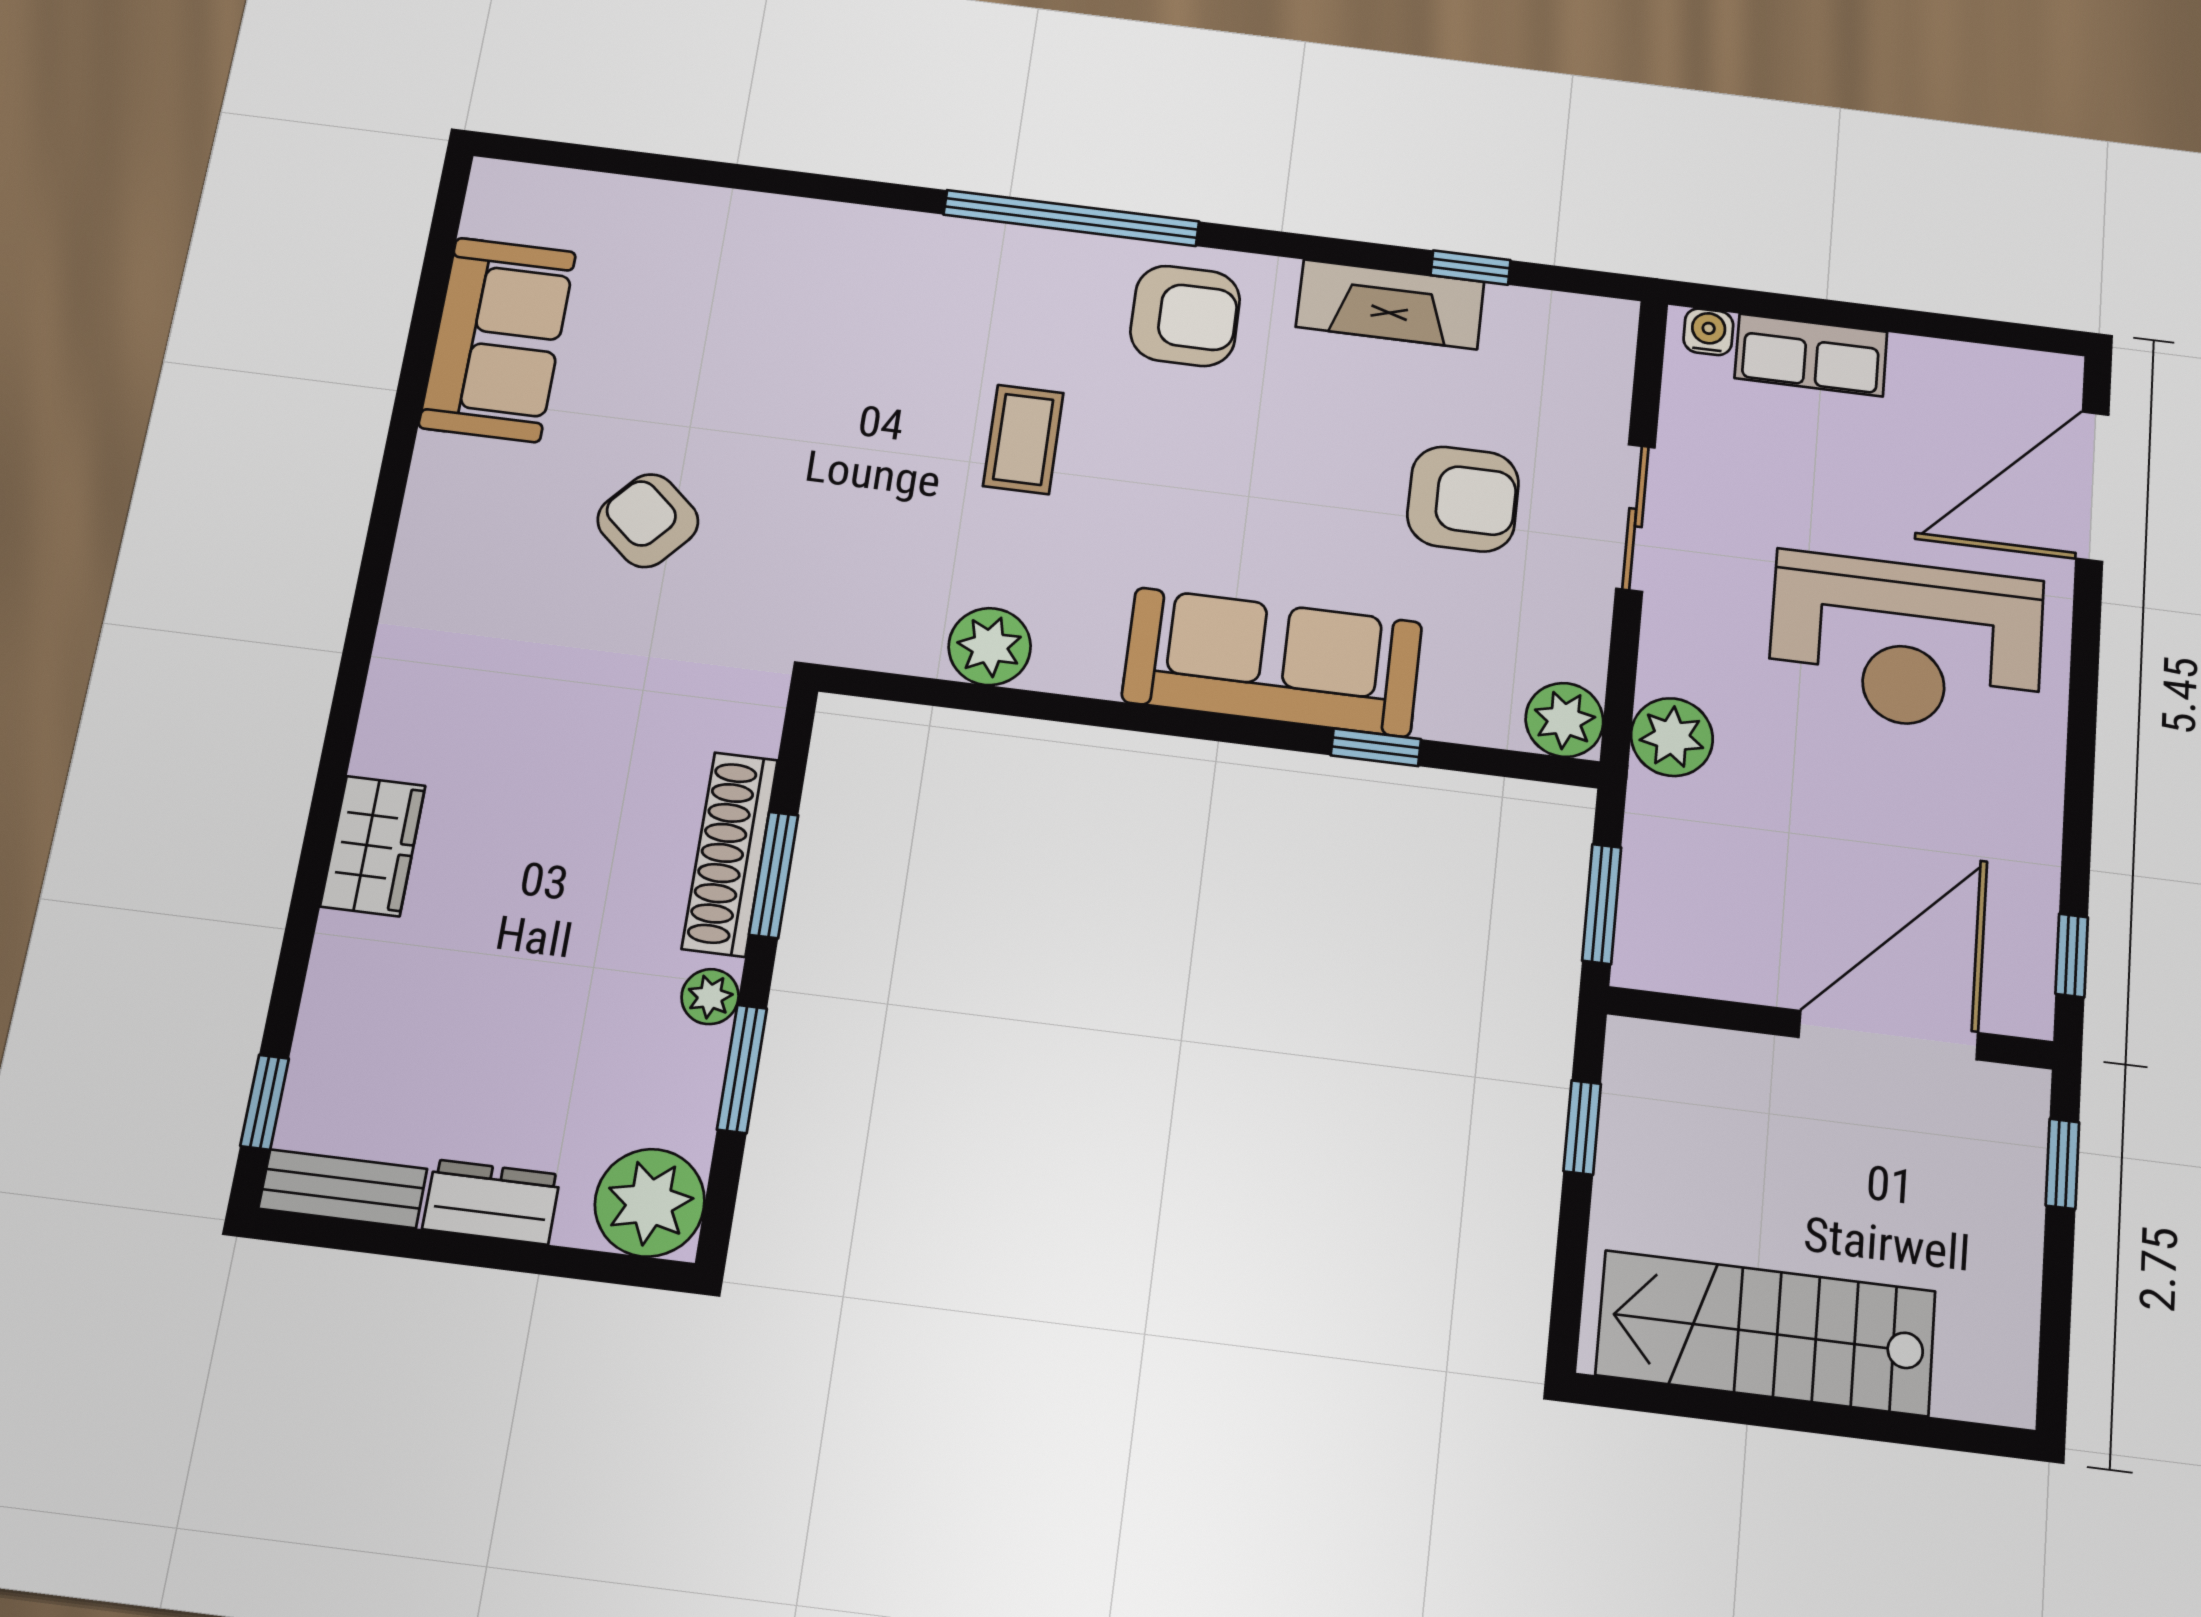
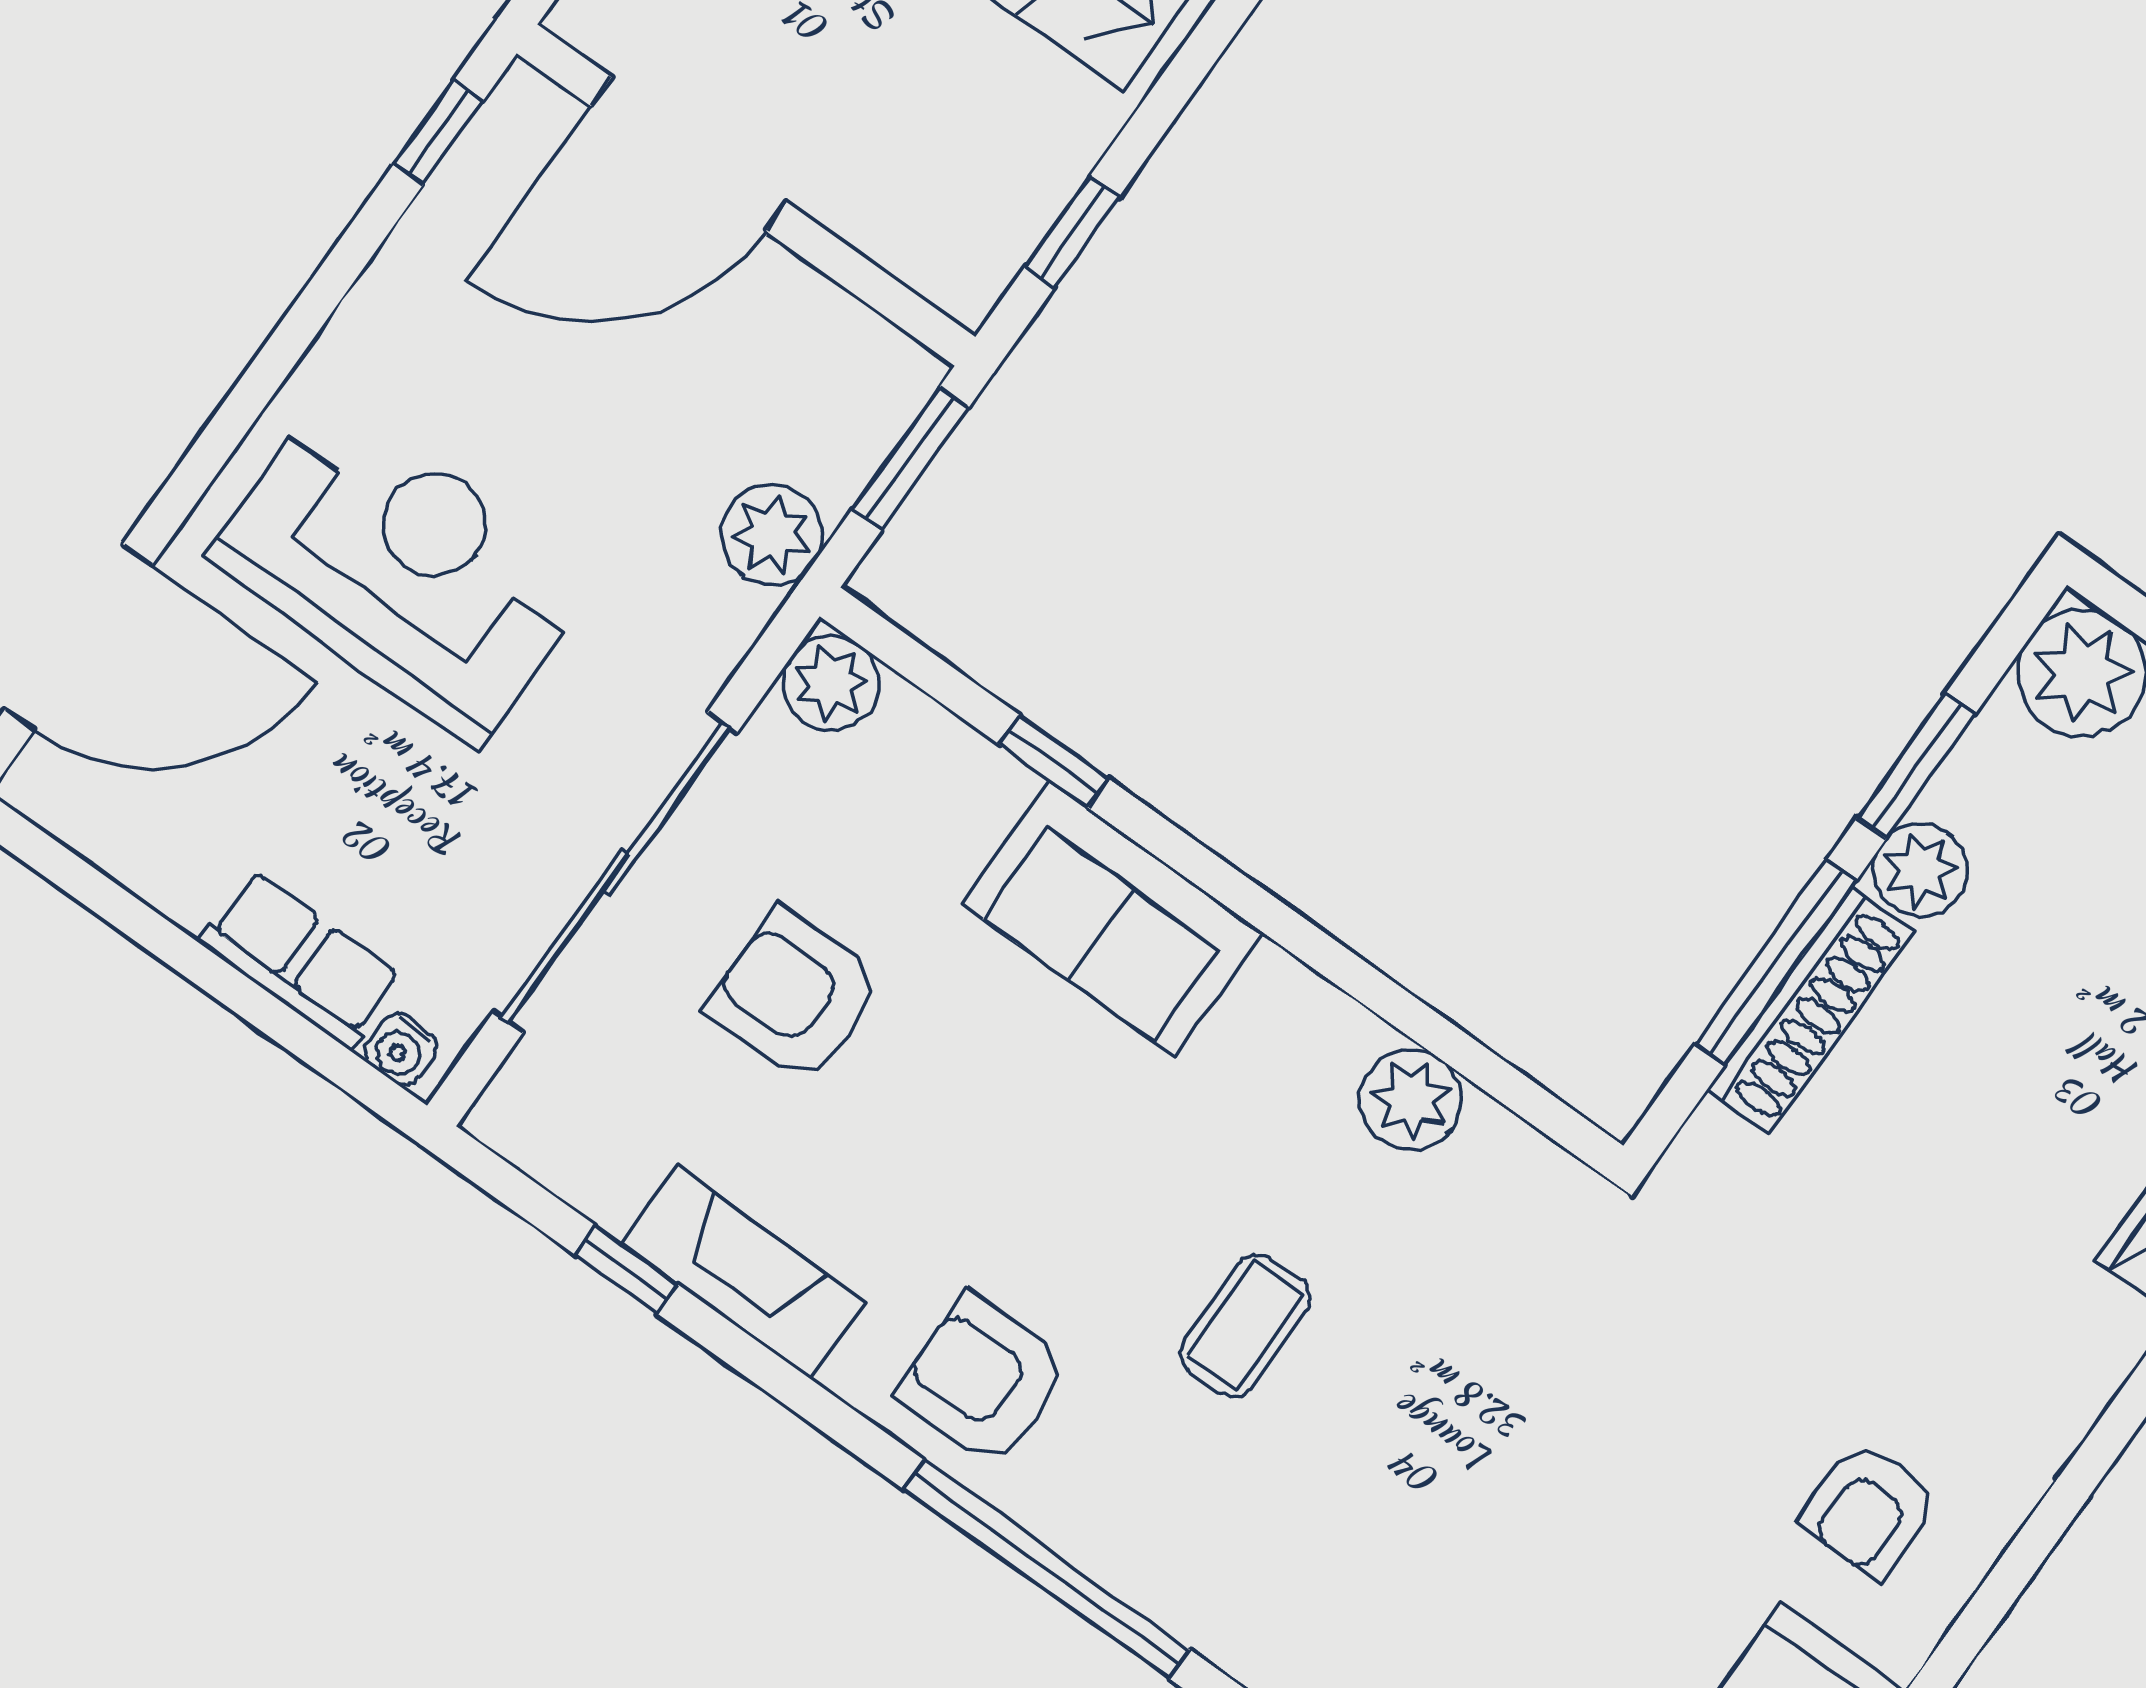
sliding door: (1636, 518) -> (615, 873), width x1.86
armchair: (648, 521) -> (1869, 1510), moved, turned 49
sofa: (1272, 662) -> (1112, 918), width x0.73
plant: (1672, 737) -> (772, 535), moved
window: (774, 875) -> (1776, 962), width x1.44
plant: (710, 997) -> (1920, 870), width x1.38, depth x1.38

